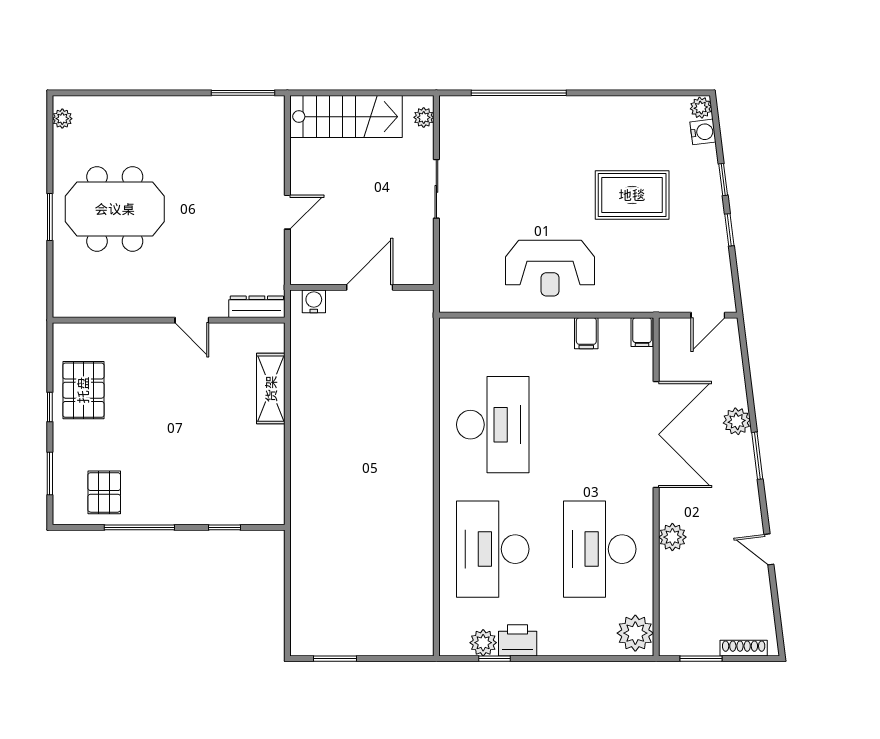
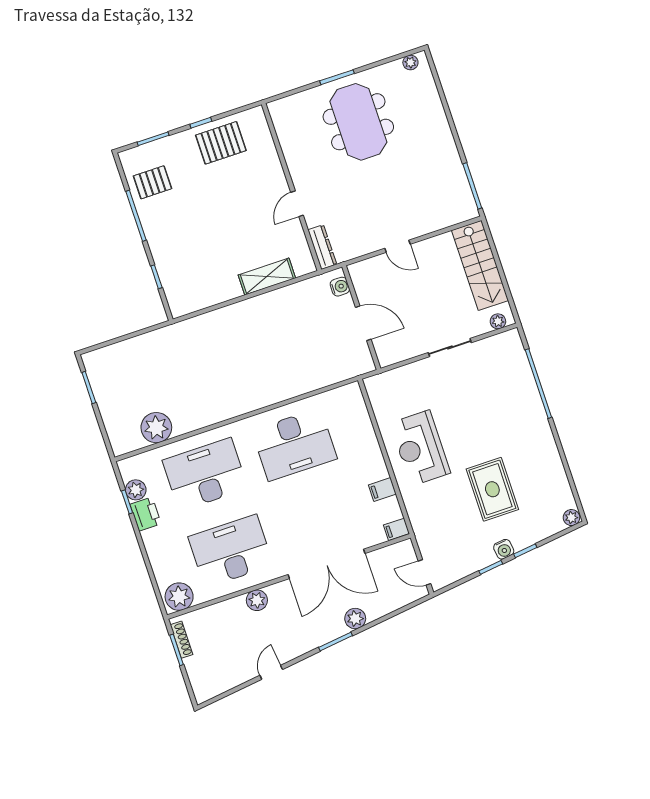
water cooler: (703, 132) -> (504, 549), moved
plant: (414, 591) -> (156, 428), added
shoe rack: (744, 648) -> (182, 640), moved

